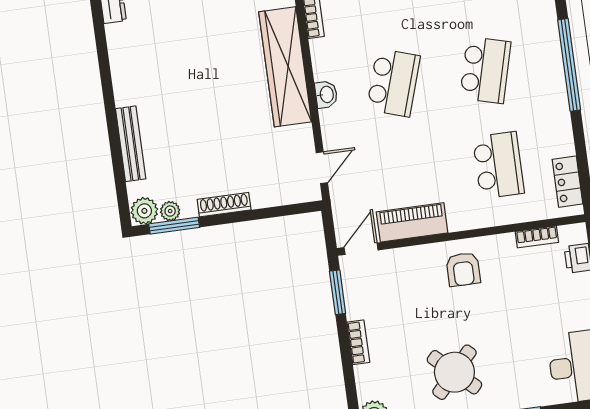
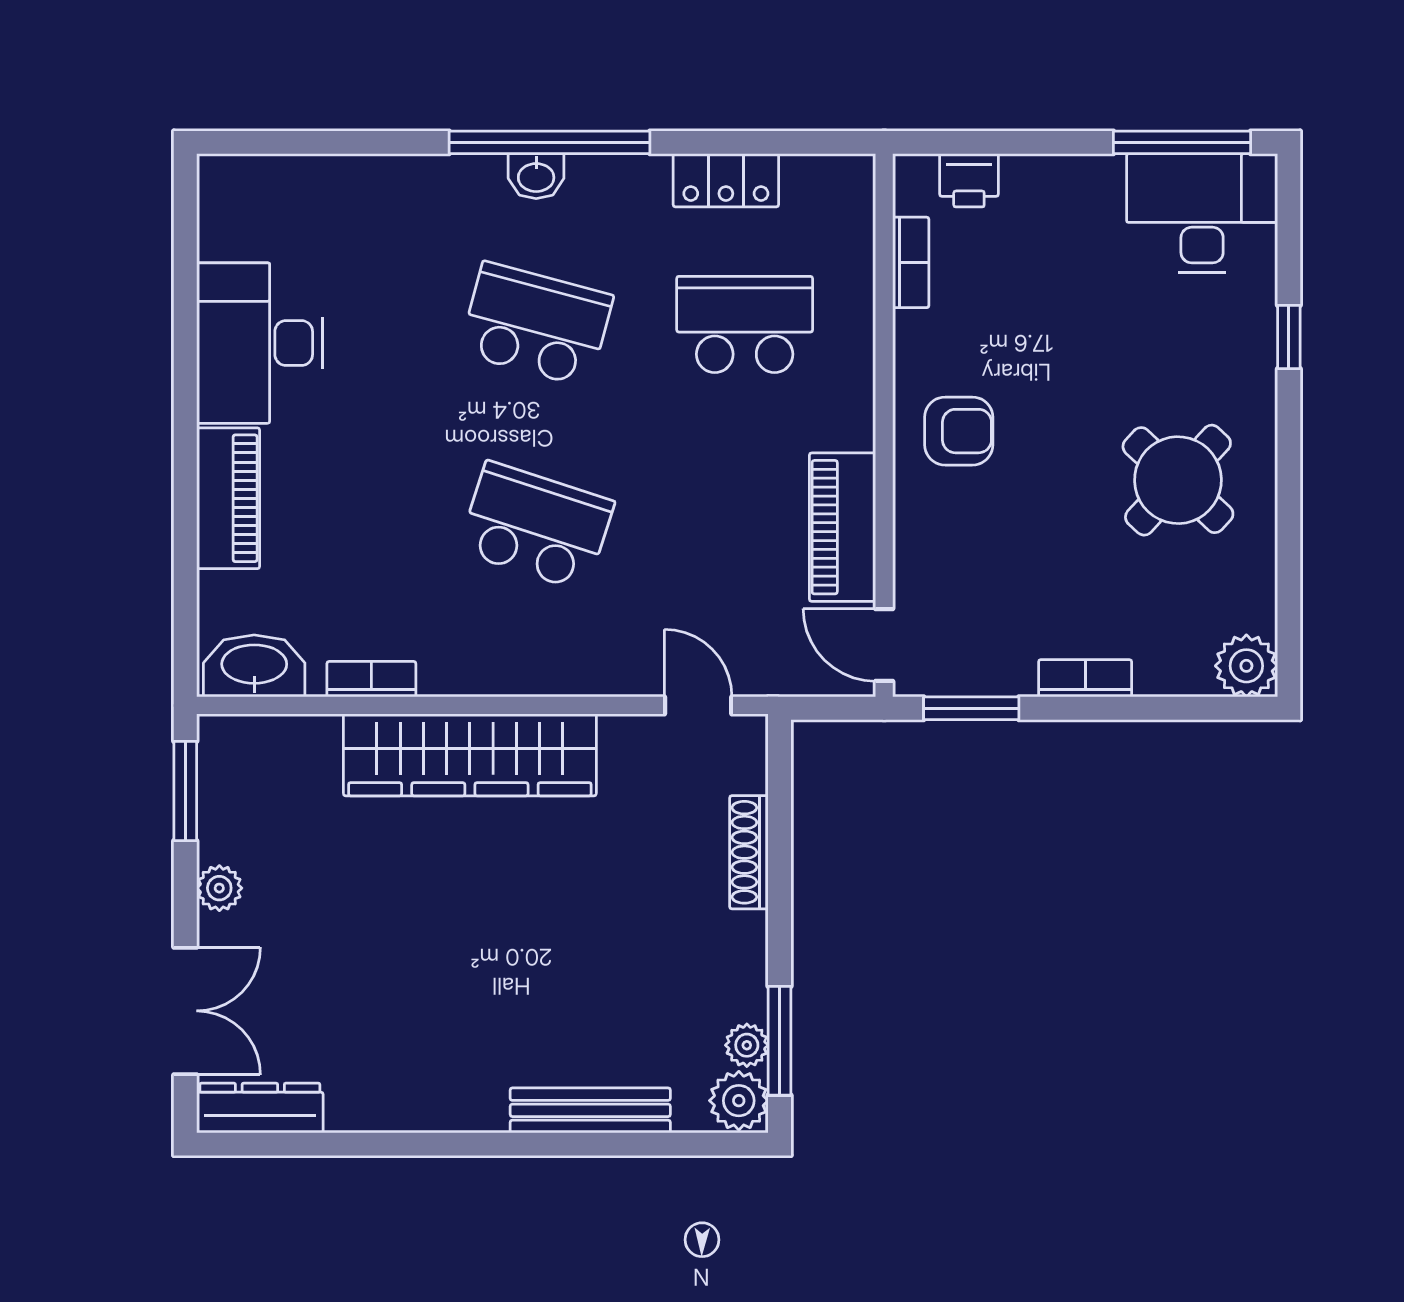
washbasin: (326, 94) -> (536, 176), moved, turned 180
locker: (568, 182) -> (726, 180), moved
shoe rack: (224, 205) -> (749, 852), moved

